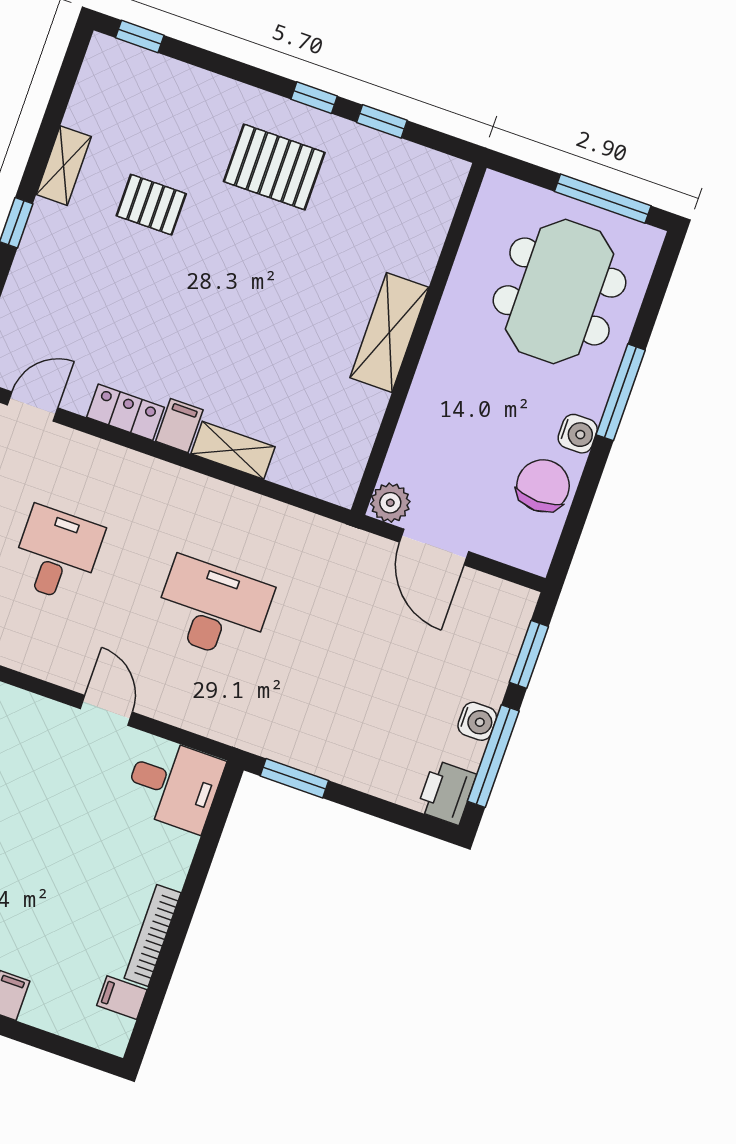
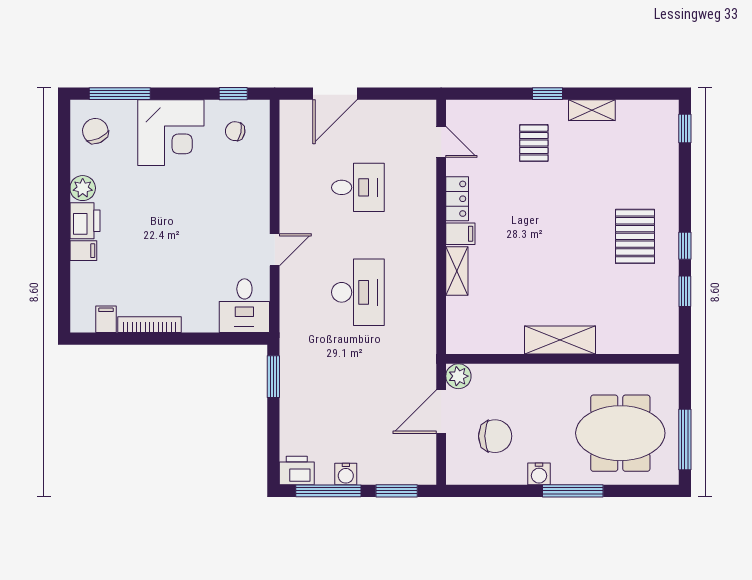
pallet: (151, 205) -> (534, 143), moved
chair: (543, 486) -> (495, 436), moved

